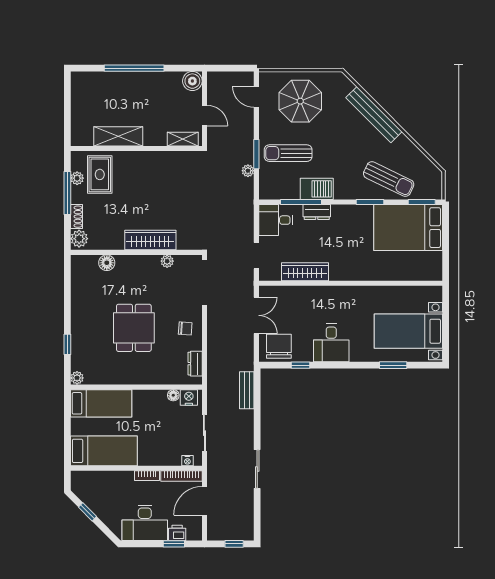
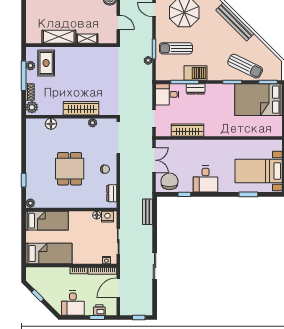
shelving: (183, 139) -> (87, 39), moved
desk: (145, 523) -> (73, 303), width x0.73

